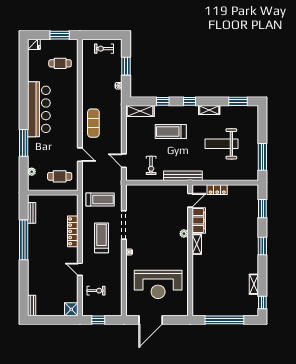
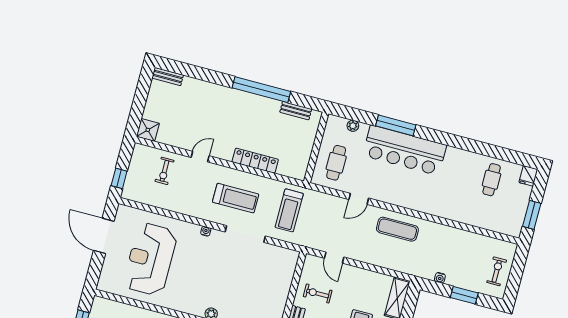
cafe table: (60, 63) -> (492, 180), moved
bar counter: (39, 109) -> (405, 150), moved
door: (124, 161) -> (334, 258), swing flipped
window: (98, 320) -> (119, 178), moved

